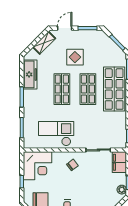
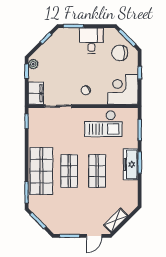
display table: (75, 57) -> (83, 205), removed
freezer: (30, 74) -> (131, 164), moved

